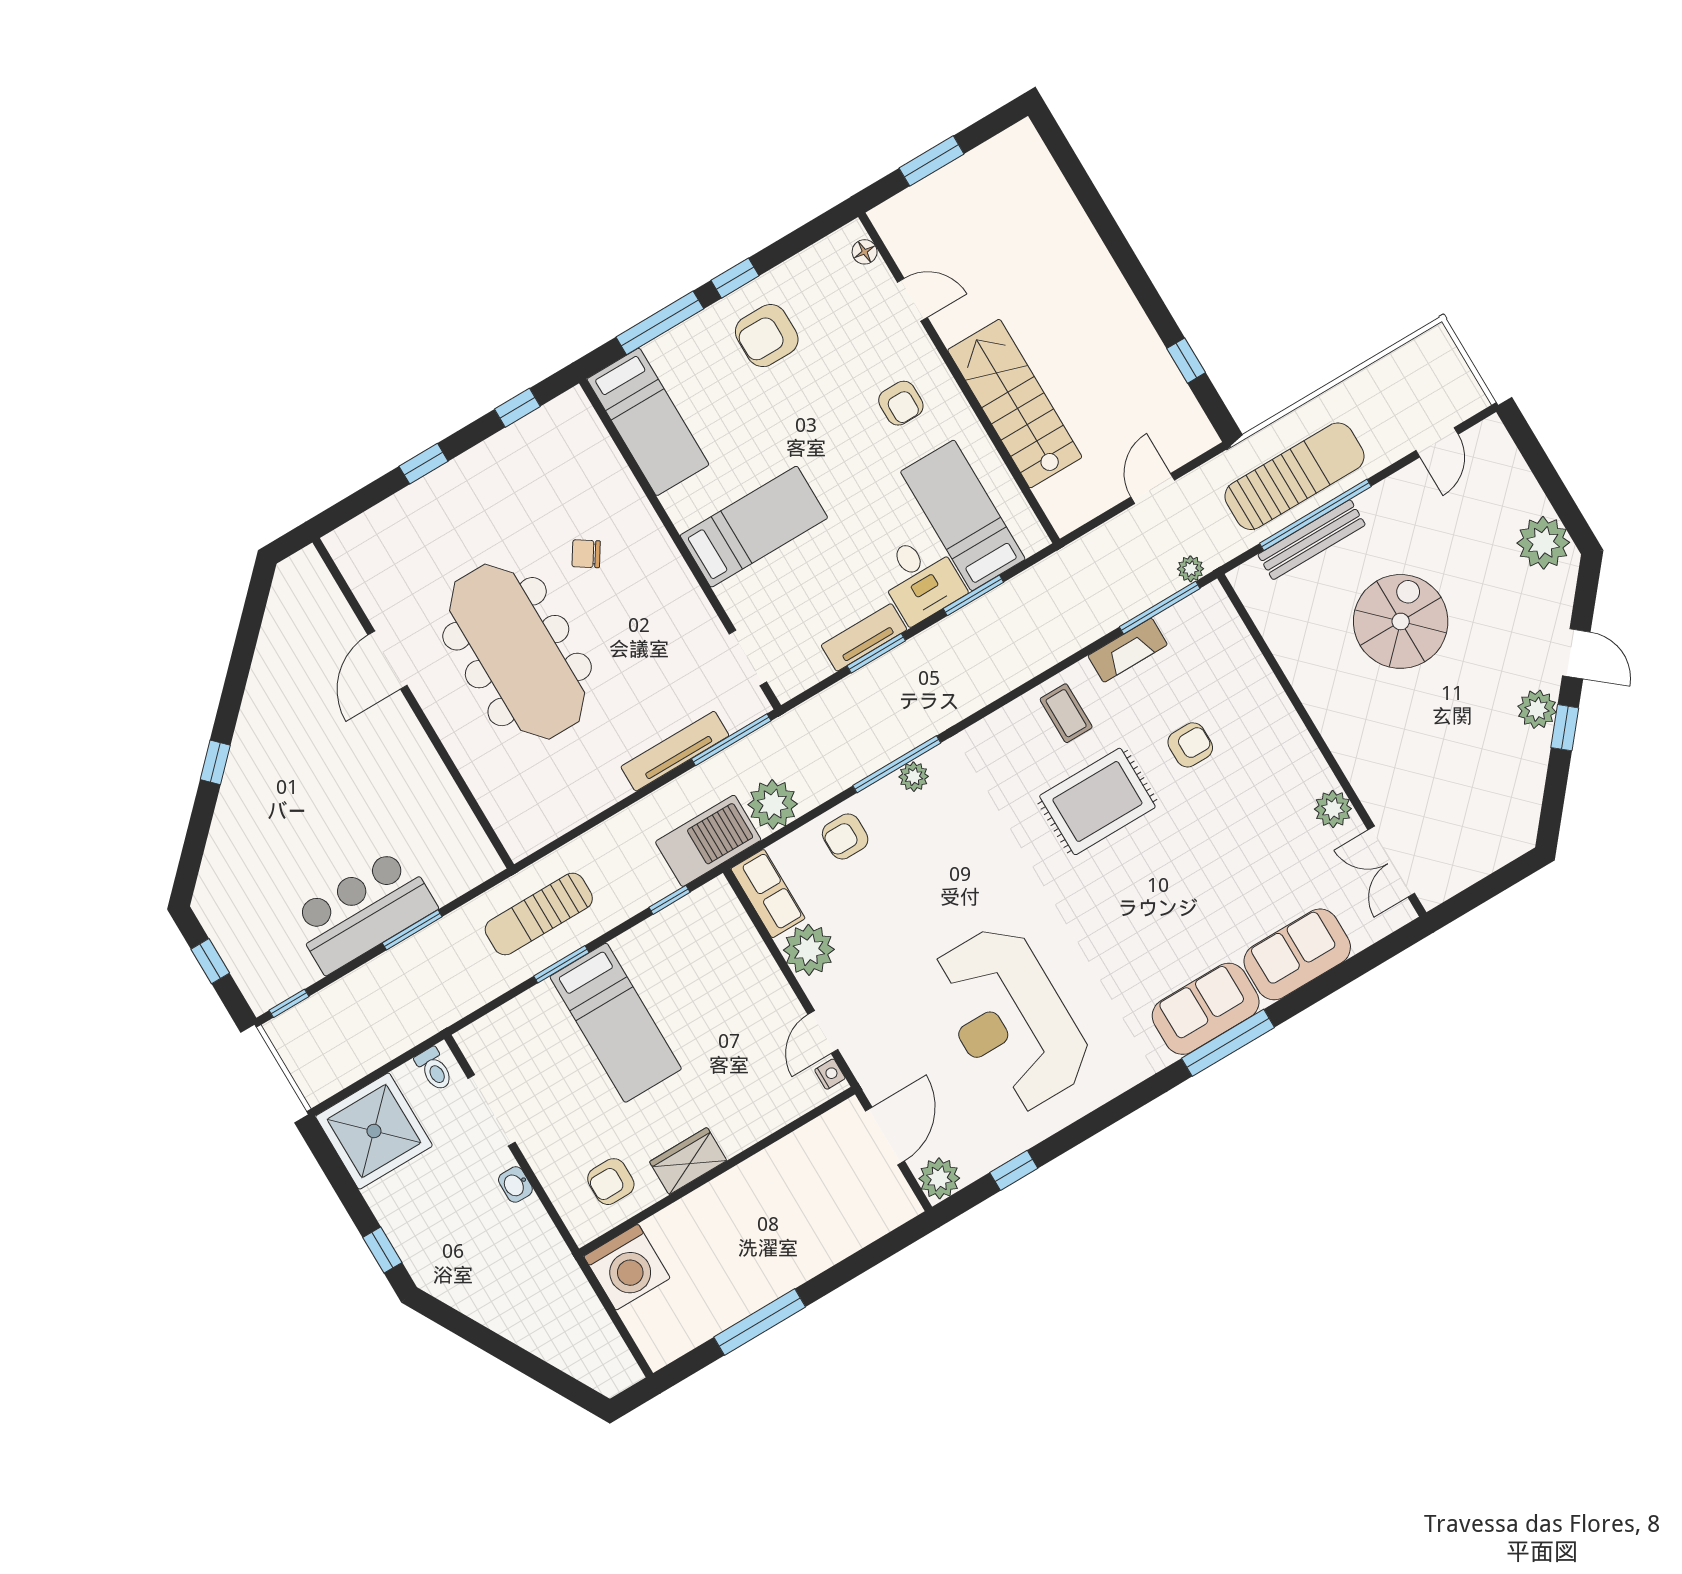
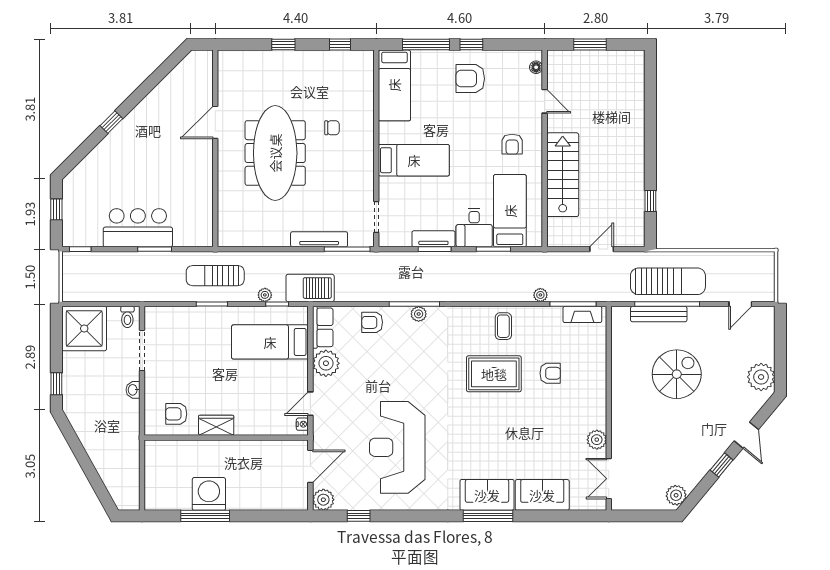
chair: (586, 554) -> (332, 128), turned 147
plant: (1191, 569) -> (540, 295), moved
fireplace: (1128, 650) -> (582, 314), moved
plant: (1537, 709) -> (676, 495), moved
plant: (773, 804) -> (265, 295), moved, width x0.53, depth x0.53
bed: (616, 1023) -> (270, 342), moved, turned 90
washing machine: (627, 1267) -> (209, 494), moved, turned 180

